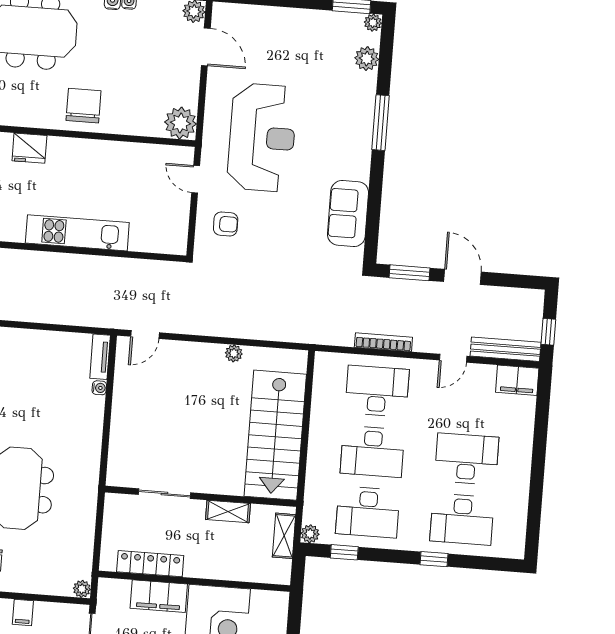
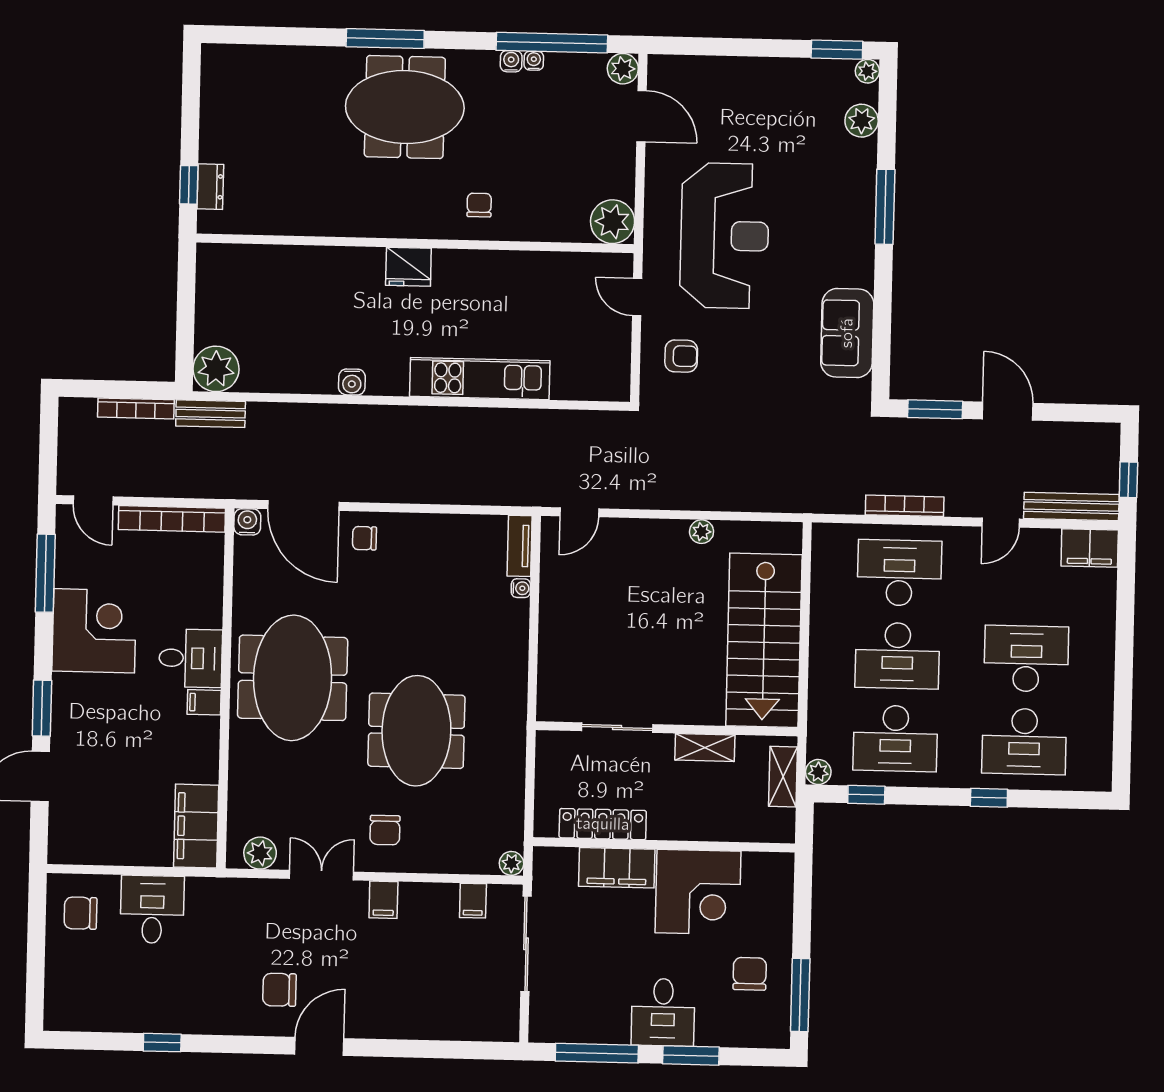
chair: (84, 106) -> (479, 205), width x0.54, depth x0.54
filing cabinet: (23, 612) -> (473, 901), moved

